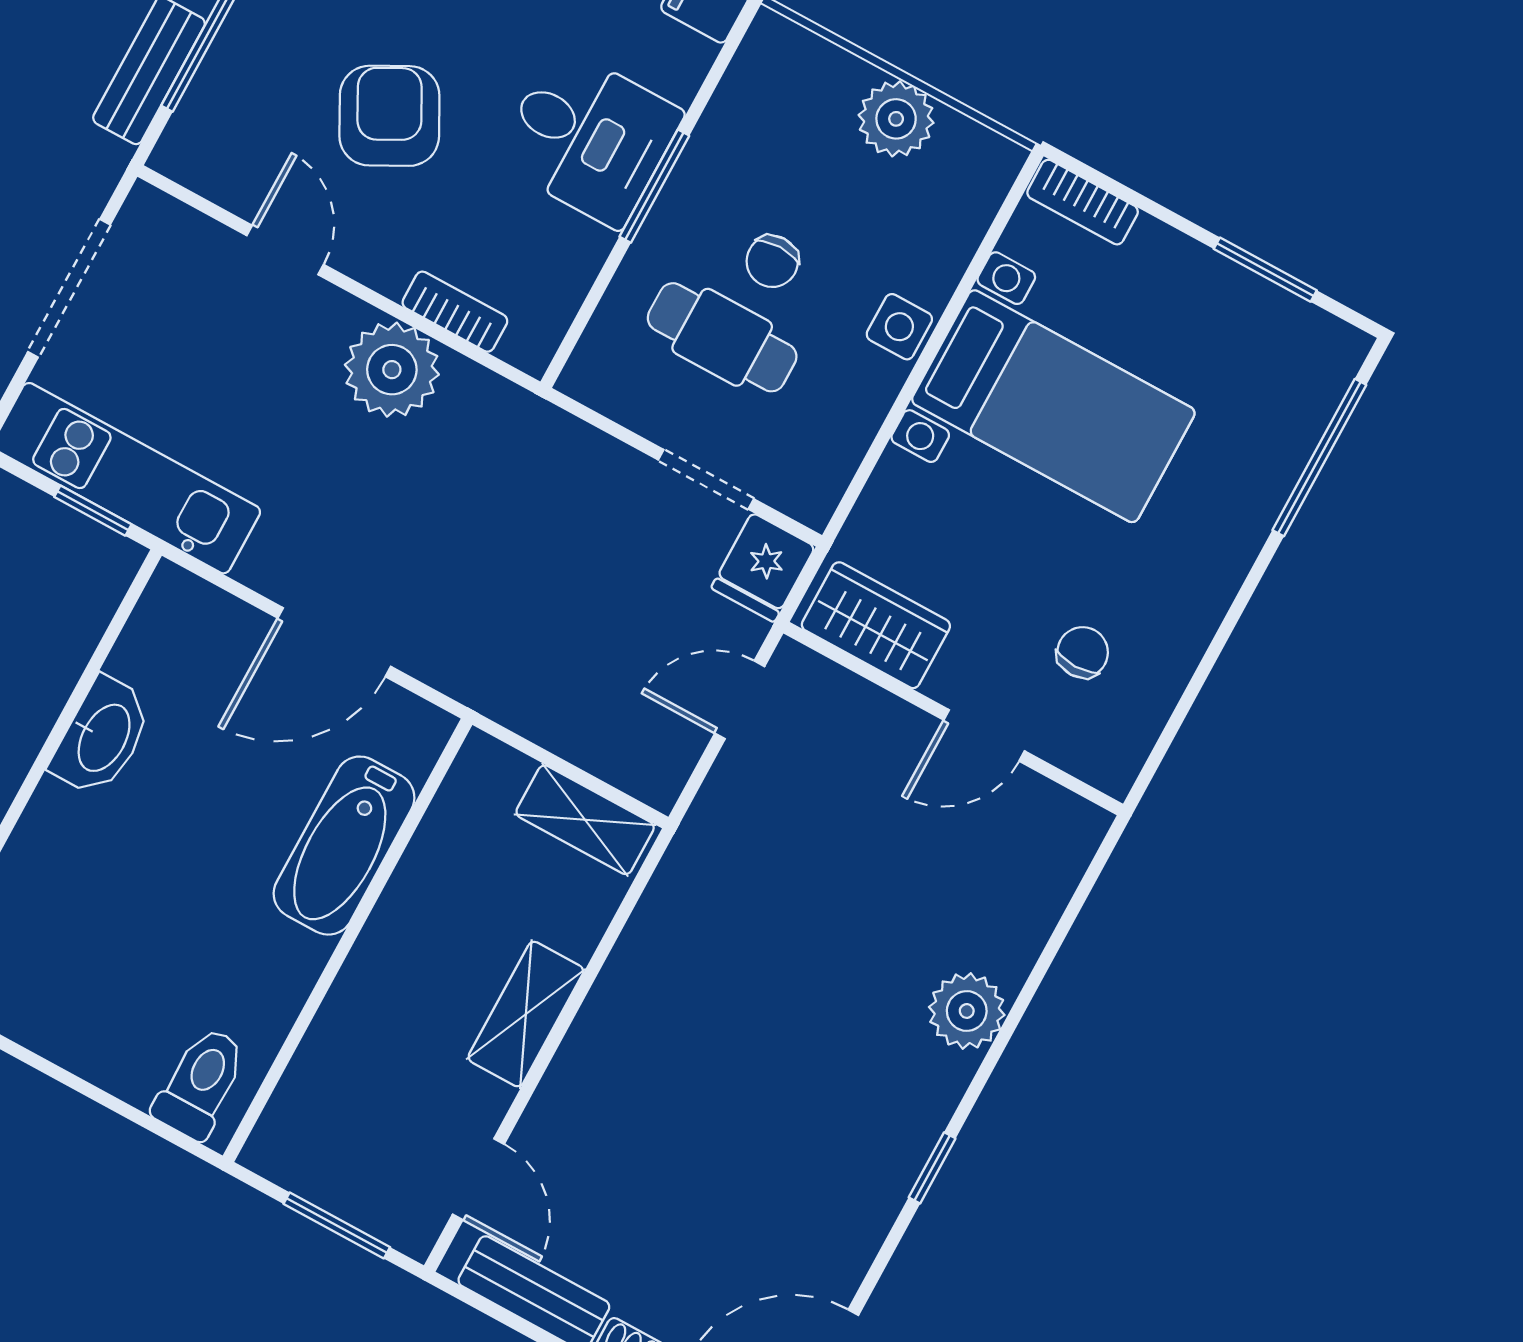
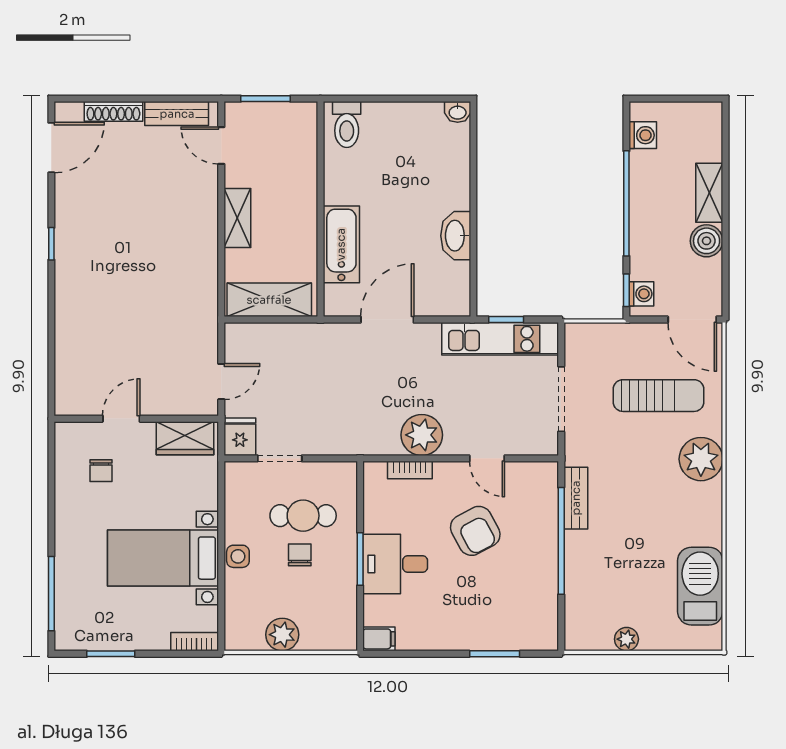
shelving: (585, 820) -> (269, 300), width x1.50, depth x1.33
plant: (967, 1011) -> (71, 310), removed

